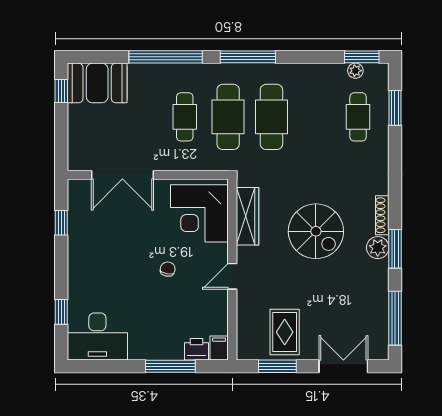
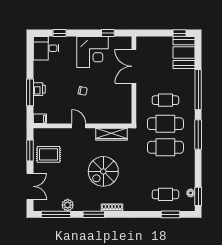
corner desk: (199, 213) -> (93, 52), moved, turned 180
plant: (378, 248) -> (68, 205), moved
desk: (97, 336) -> (46, 48), width x0.73
printer: (196, 349) -> (39, 89), moved

